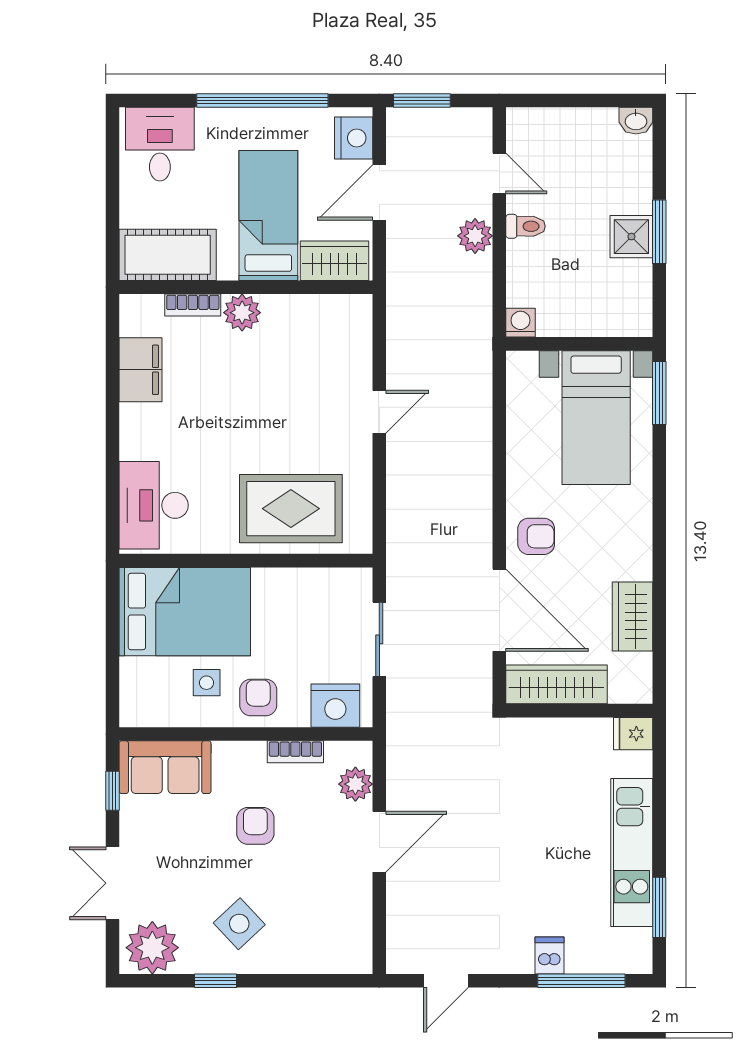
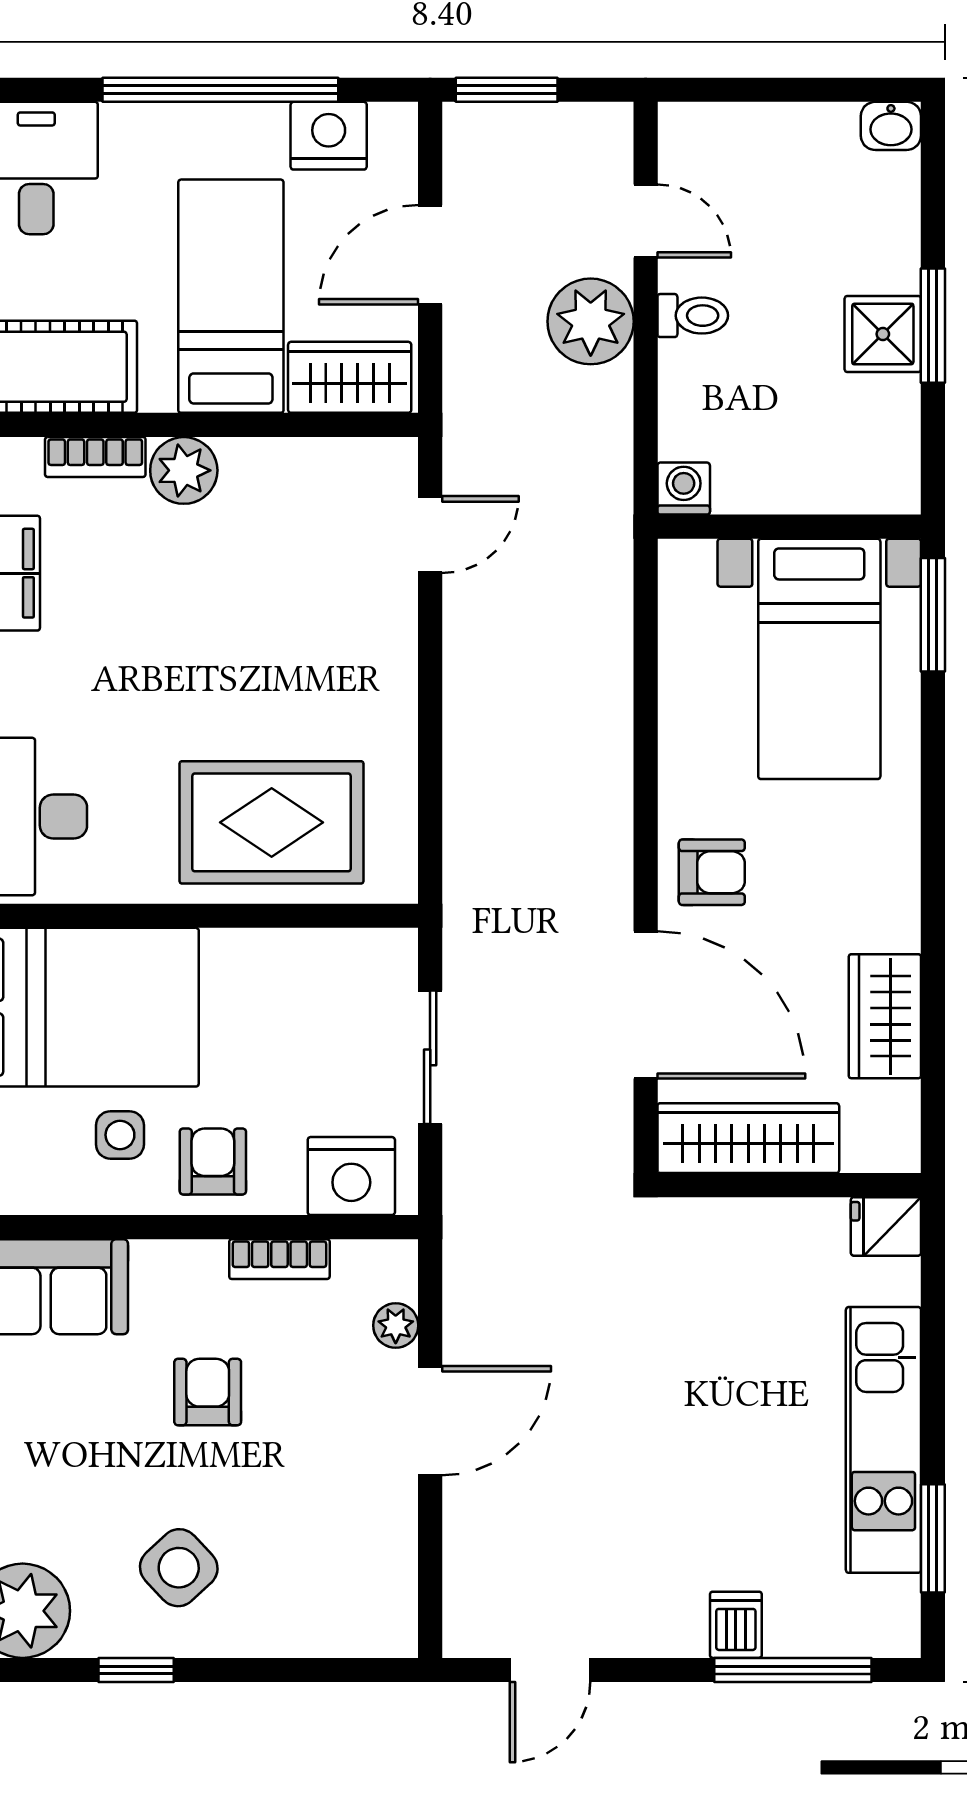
nightstand: (354, 138) -> (329, 136), moved, turned -90
plant: (475, 236) -> (591, 321), width x1.36, depth x1.36
door: (379, 412) -> (430, 535), moved
plant: (355, 784) -> (396, 1325), width x0.73, depth x0.73

